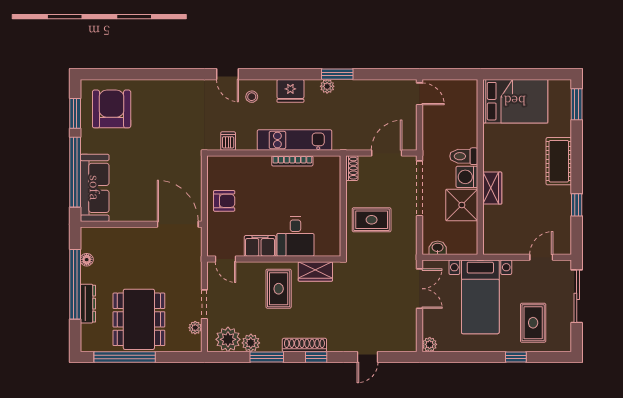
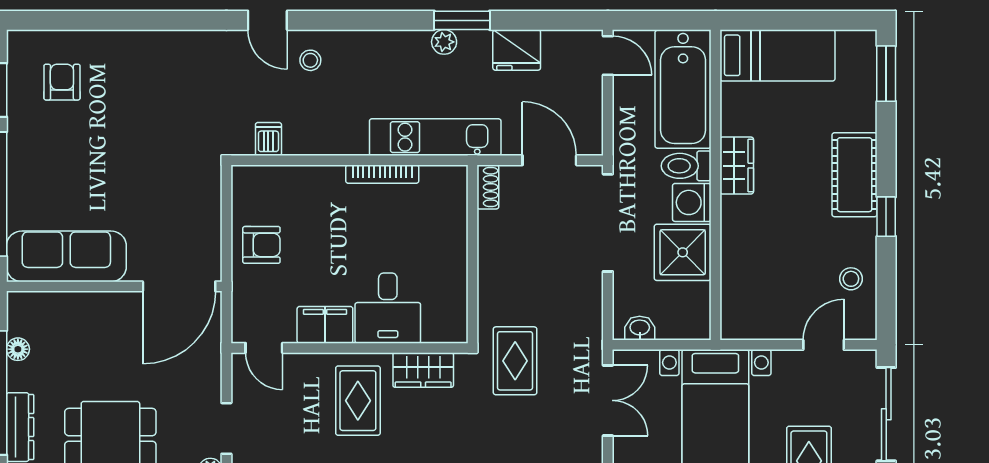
fridge: (290, 91) -> (517, 50), moved
bed: (515, 101) -> (777, 55), width x0.67
armchair: (112, 109) -> (62, 82), width x0.53, depth x0.53
bathtub: (462, 113) -> (683, 89), added
kitchen unit: (294, 140) -> (435, 137), moved
door: (387, 153) -> (549, 160), hinge flipped
sofa: (95, 188) -> (66, 256), moved, turned -90
wardrobe: (492, 188) -> (737, 166), moved
window: (577, 205) -> (886, 217), moved
rug: (372, 220) -> (515, 361), moved, turned 90
stool: (557, 220) -> (851, 279), added
door: (178, 224) -> (179, 286), swing flipped

